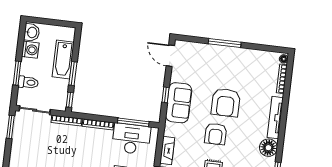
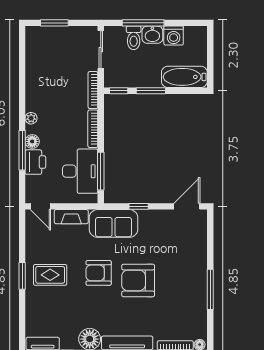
washbasin: (32, 32) -> (152, 35), moved
window: (225, 43) -> (210, 289), moved
bathtub: (63, 60) -> (184, 77), moved
window: (17, 73) -> (143, 23), width x1.44
sofa: (179, 103) -> (113, 223), moved
window: (11, 127) -> (54, 23), moved

